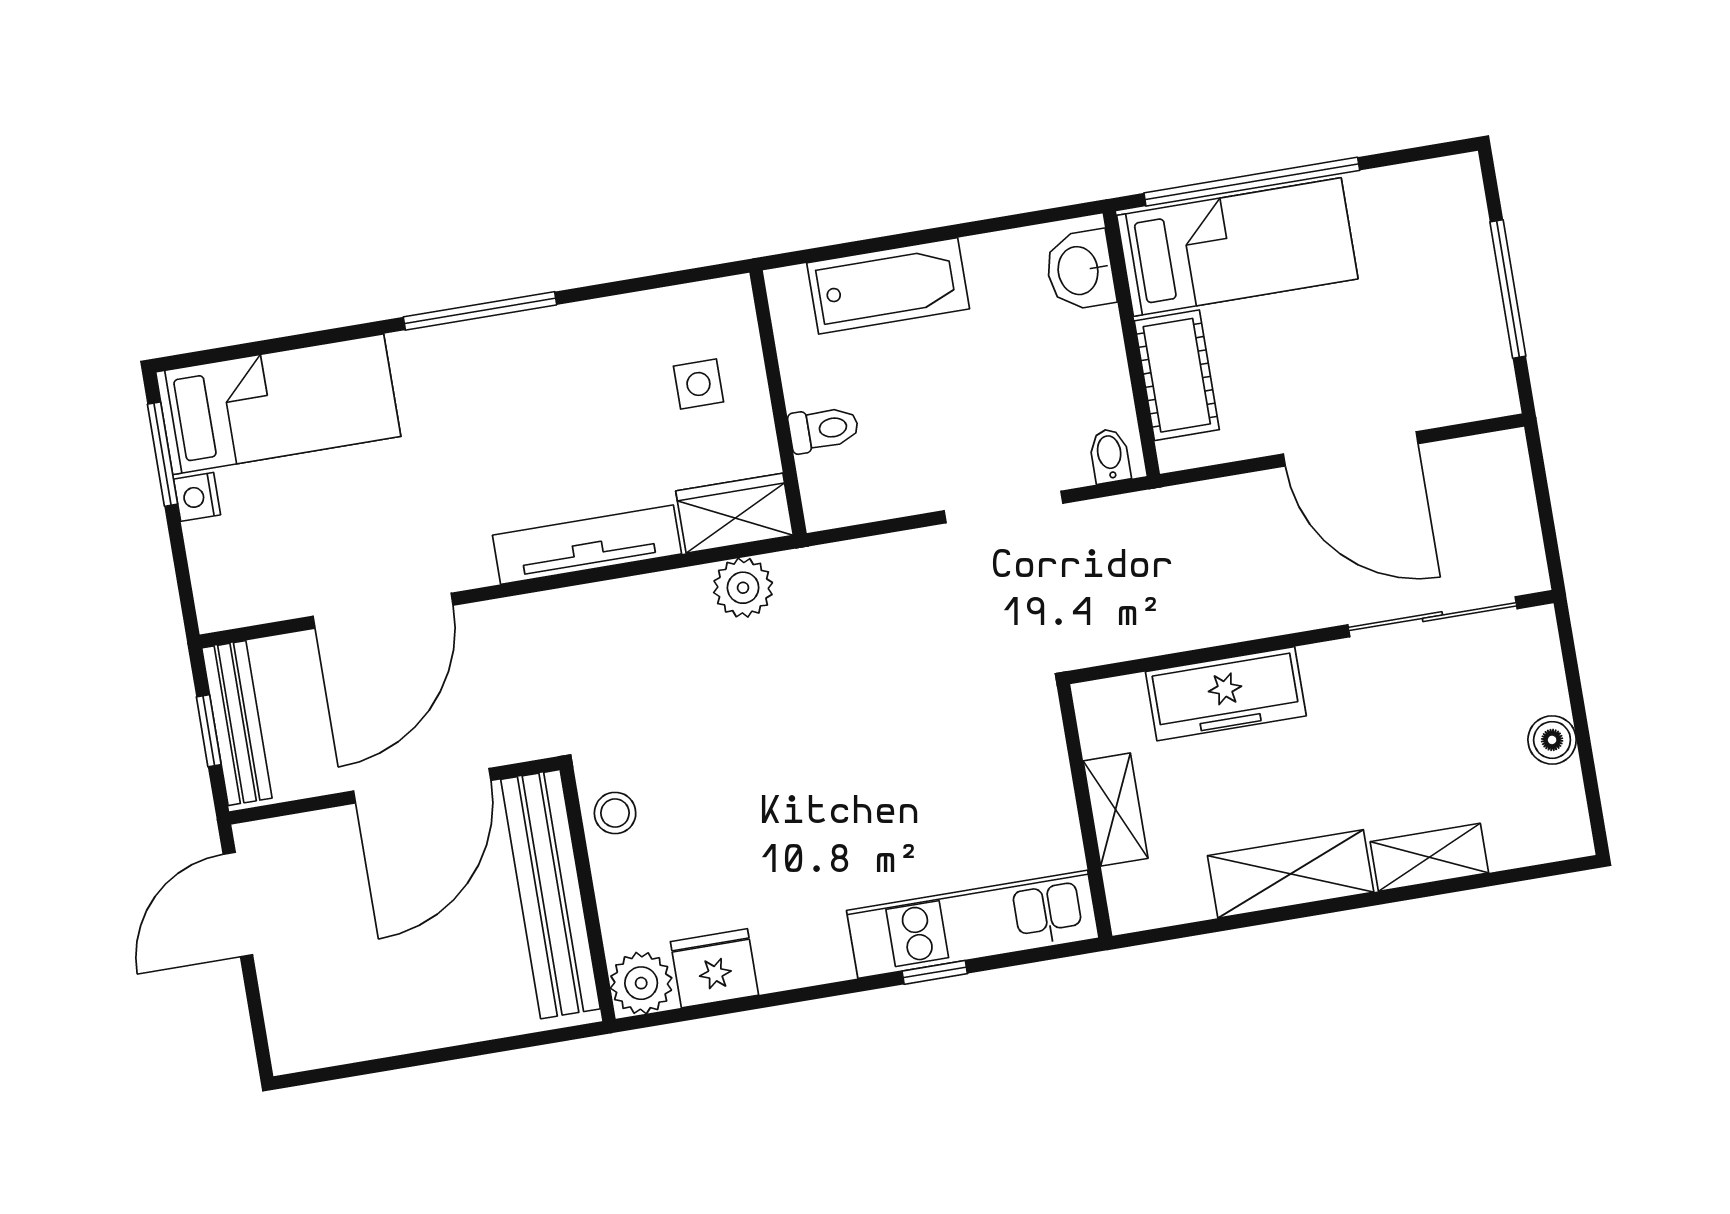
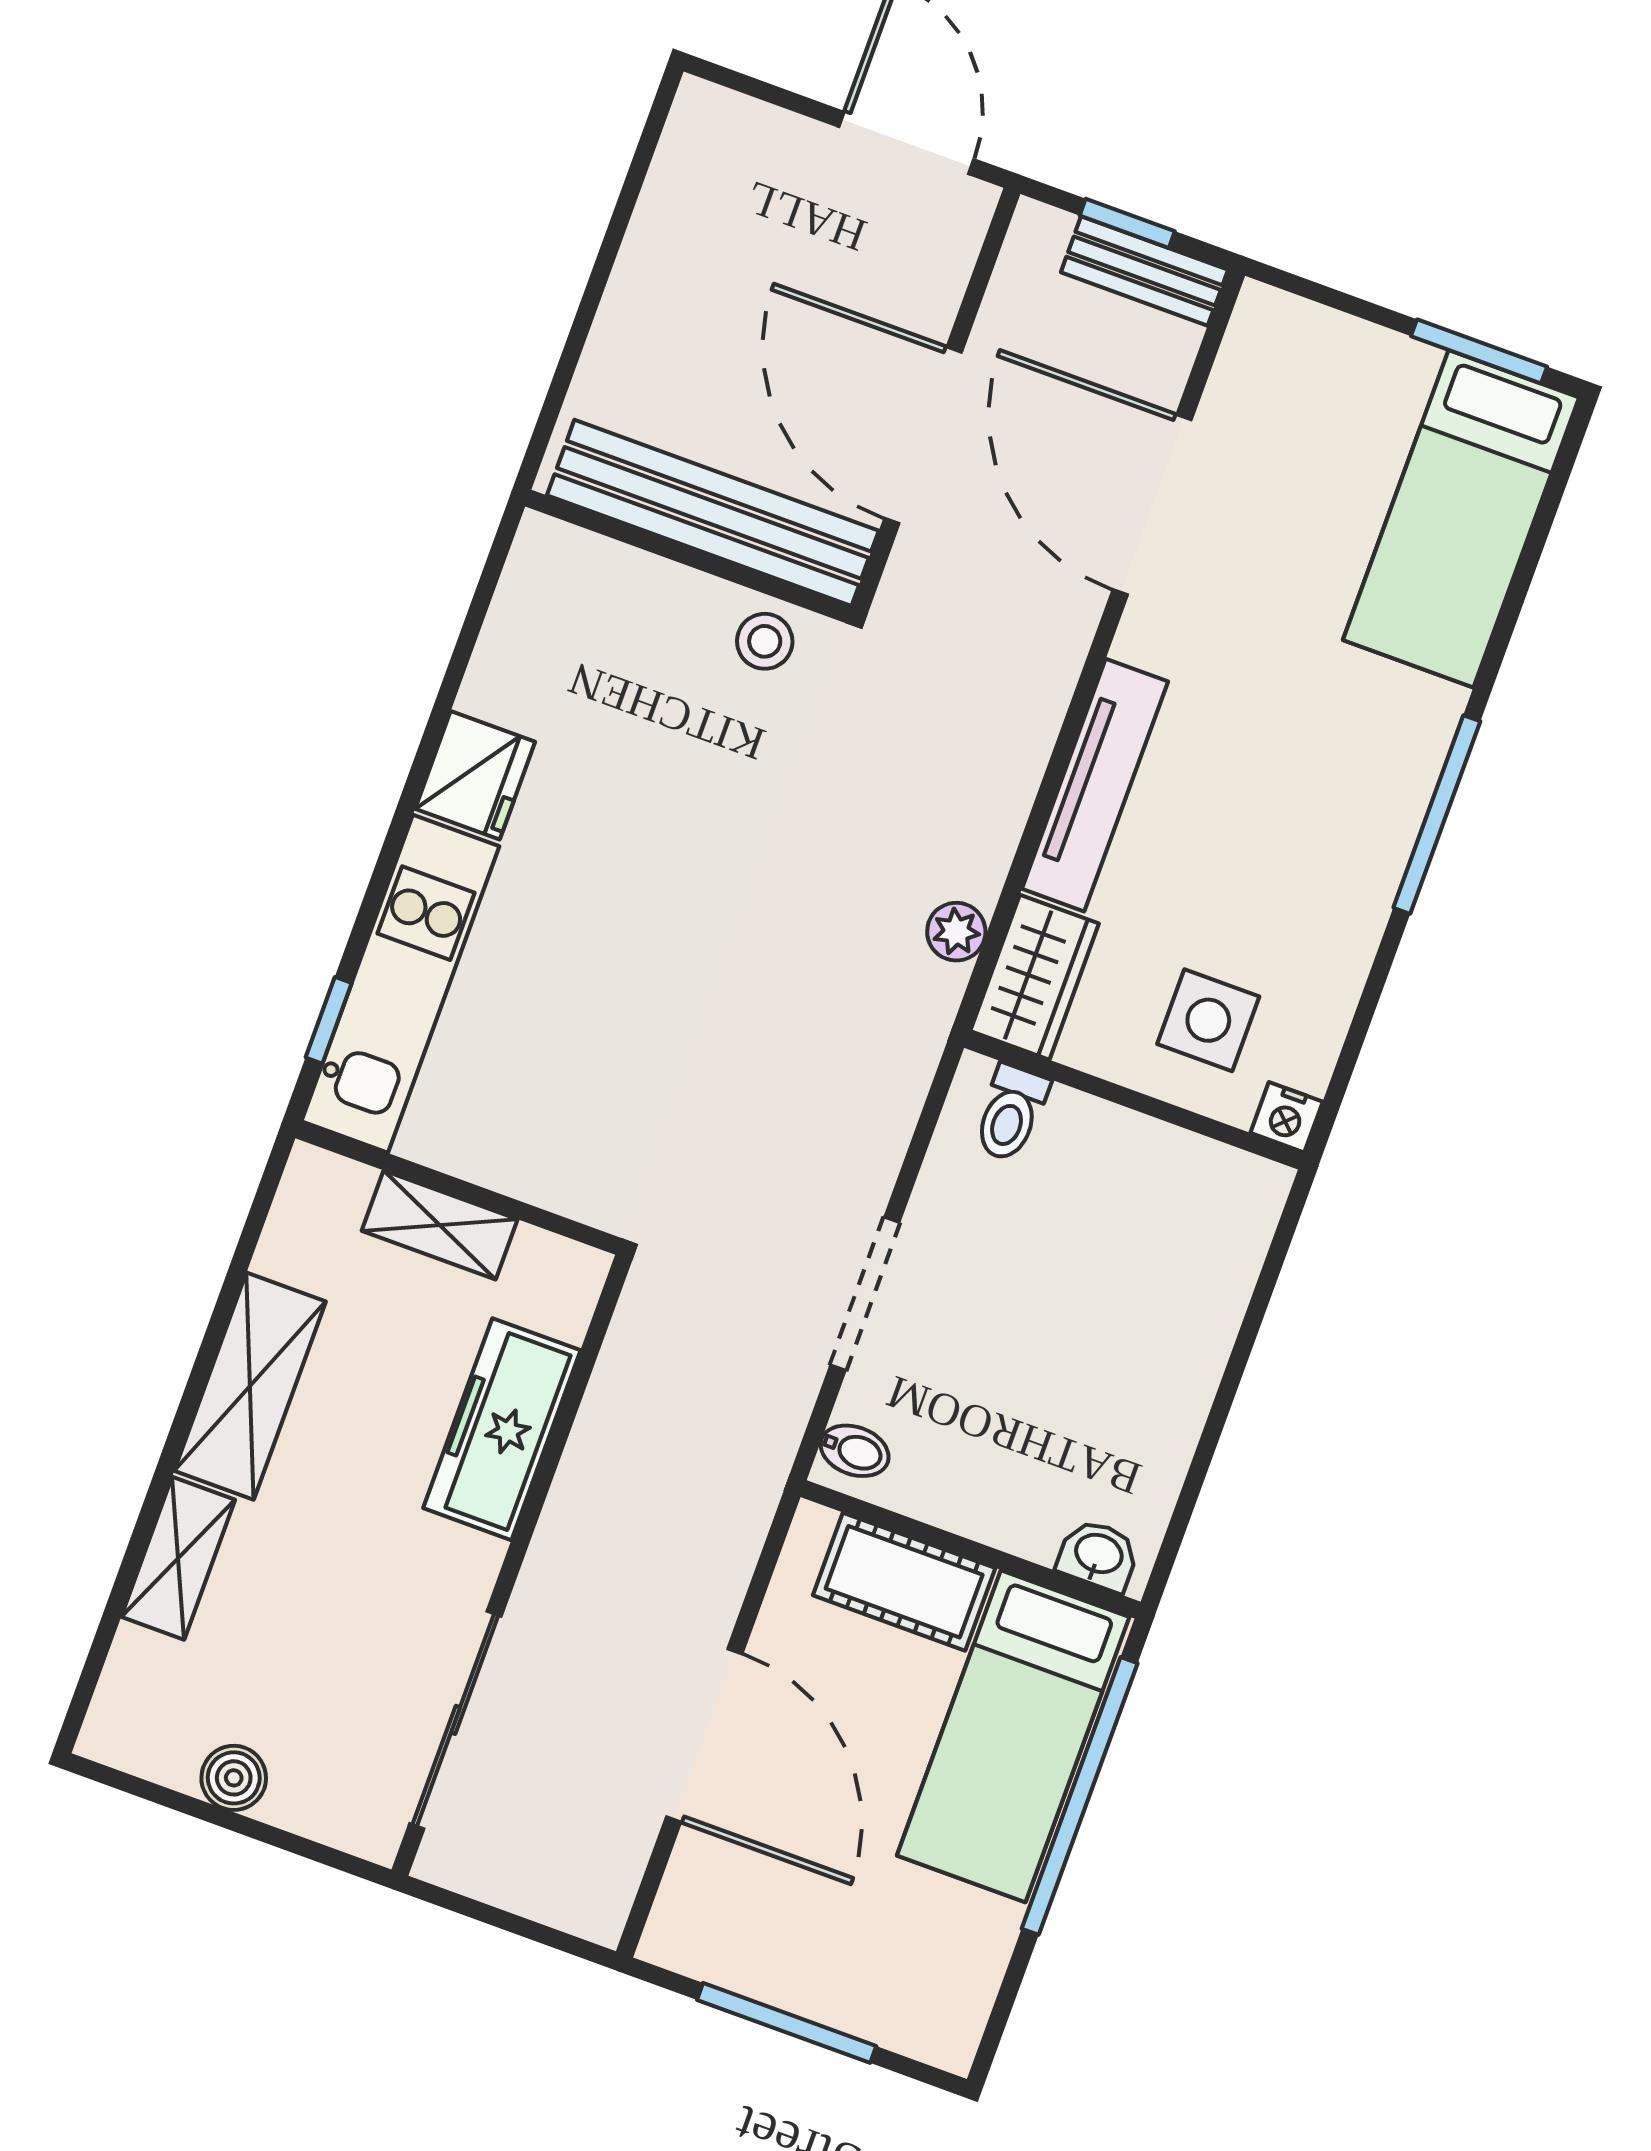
washbasin: (1080, 270) -> (1098, 1555), width x0.72, depth x0.69
bathtub: (888, 286) -> (1198, 1305), removed
side table: (698, 384) -> (1208, 1020), width x1.37, depth x1.37
toilet: (824, 429) -> (1011, 1113), moved
door: (1351, 449) -> (704, 1735), swing flipped
nightstand: (197, 497) -> (1287, 1117), moved, turned 180
plant: (743, 588) -> (956, 932), width x0.73, depth x0.73
bench: (237, 723) -> (1144, 271), width x0.73
fridge: (714, 968) -> (475, 775), moved
window: (935, 972) -> (329, 1020), moved
plant: (641, 983) -> (550, 560), removed

